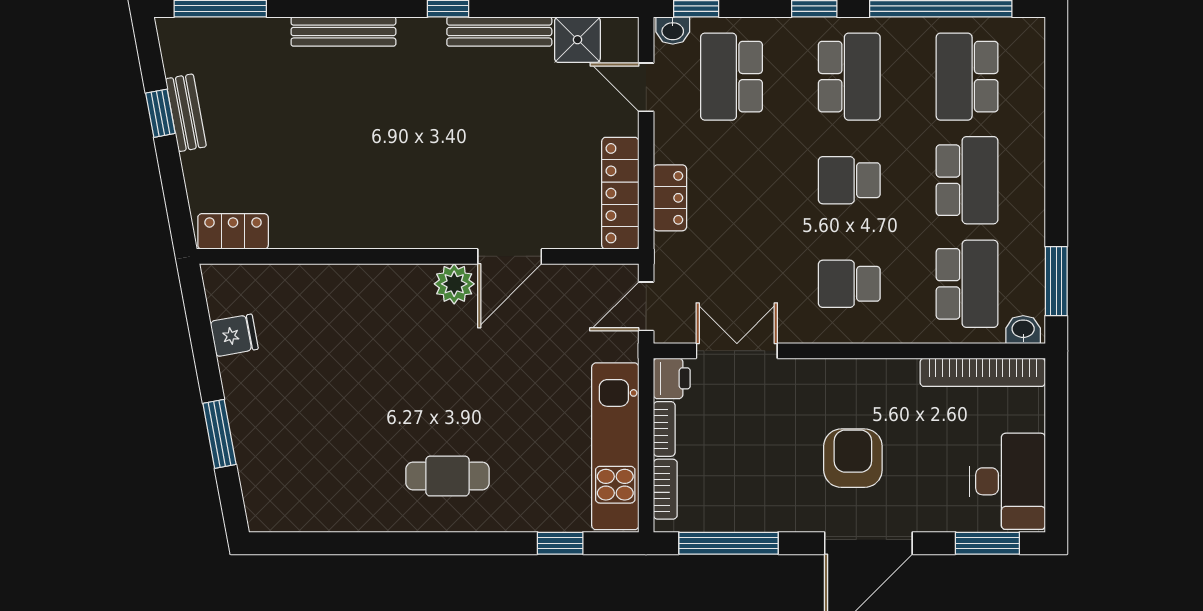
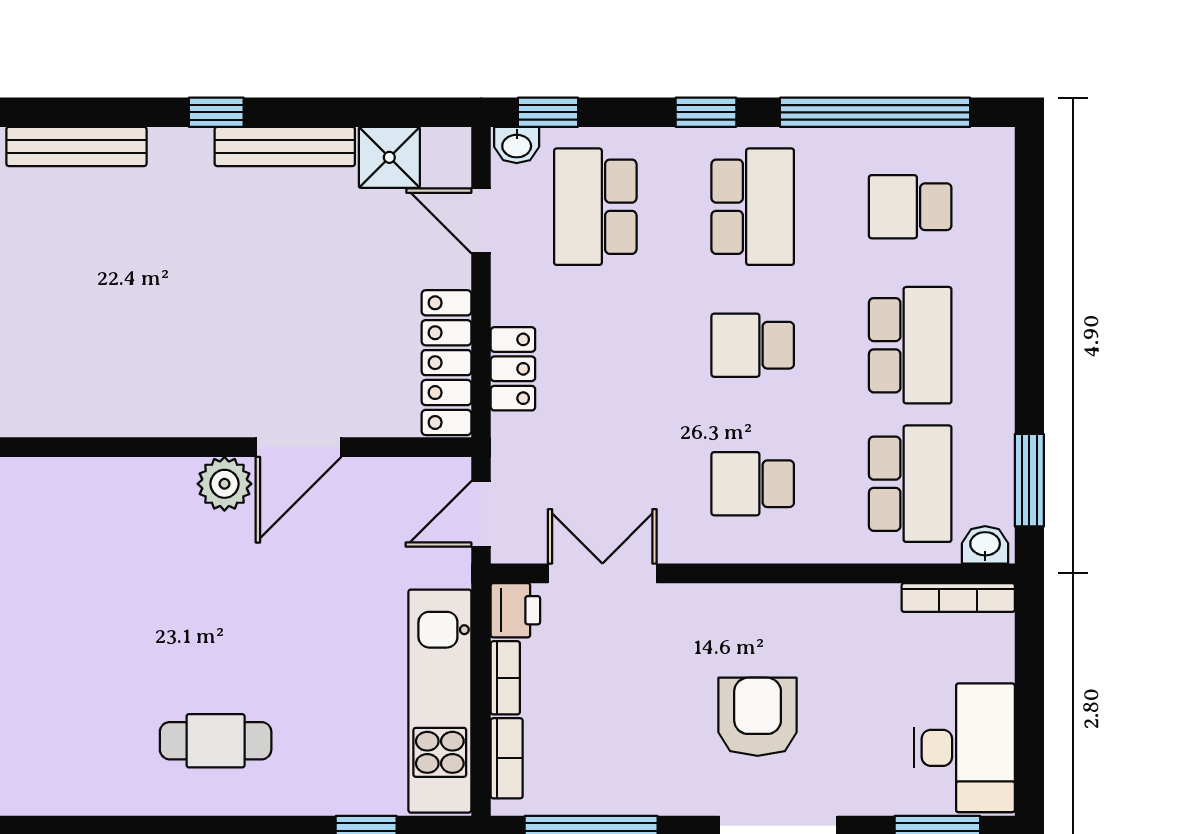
school desk: (967, 77) -> (910, 207), width x0.54
bookcase: (983, 372) -> (958, 597), width x0.68, depth x0.76

